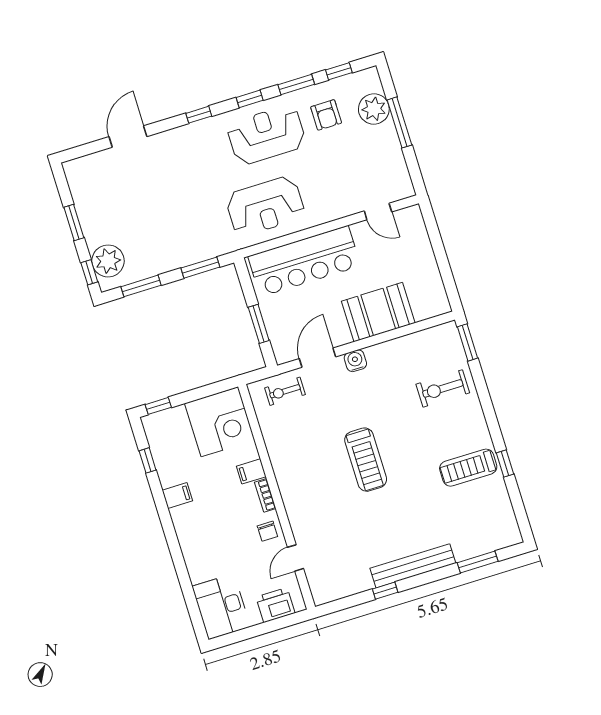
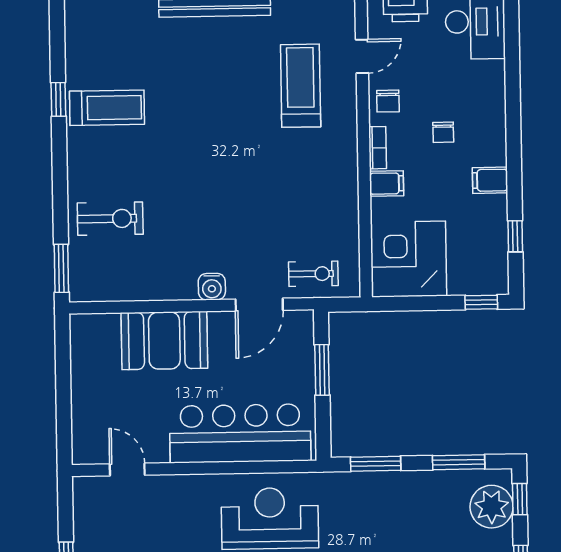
treadmill: (366, 460) -> (301, 86), moved
chair: (221, 520) -> (443, 132), added
chair: (267, 531) -> (388, 101), turned 180

